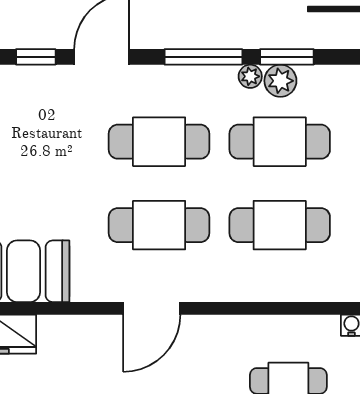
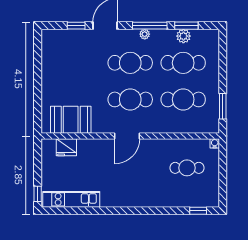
plant: (250, 76) -> (145, 34), moved

